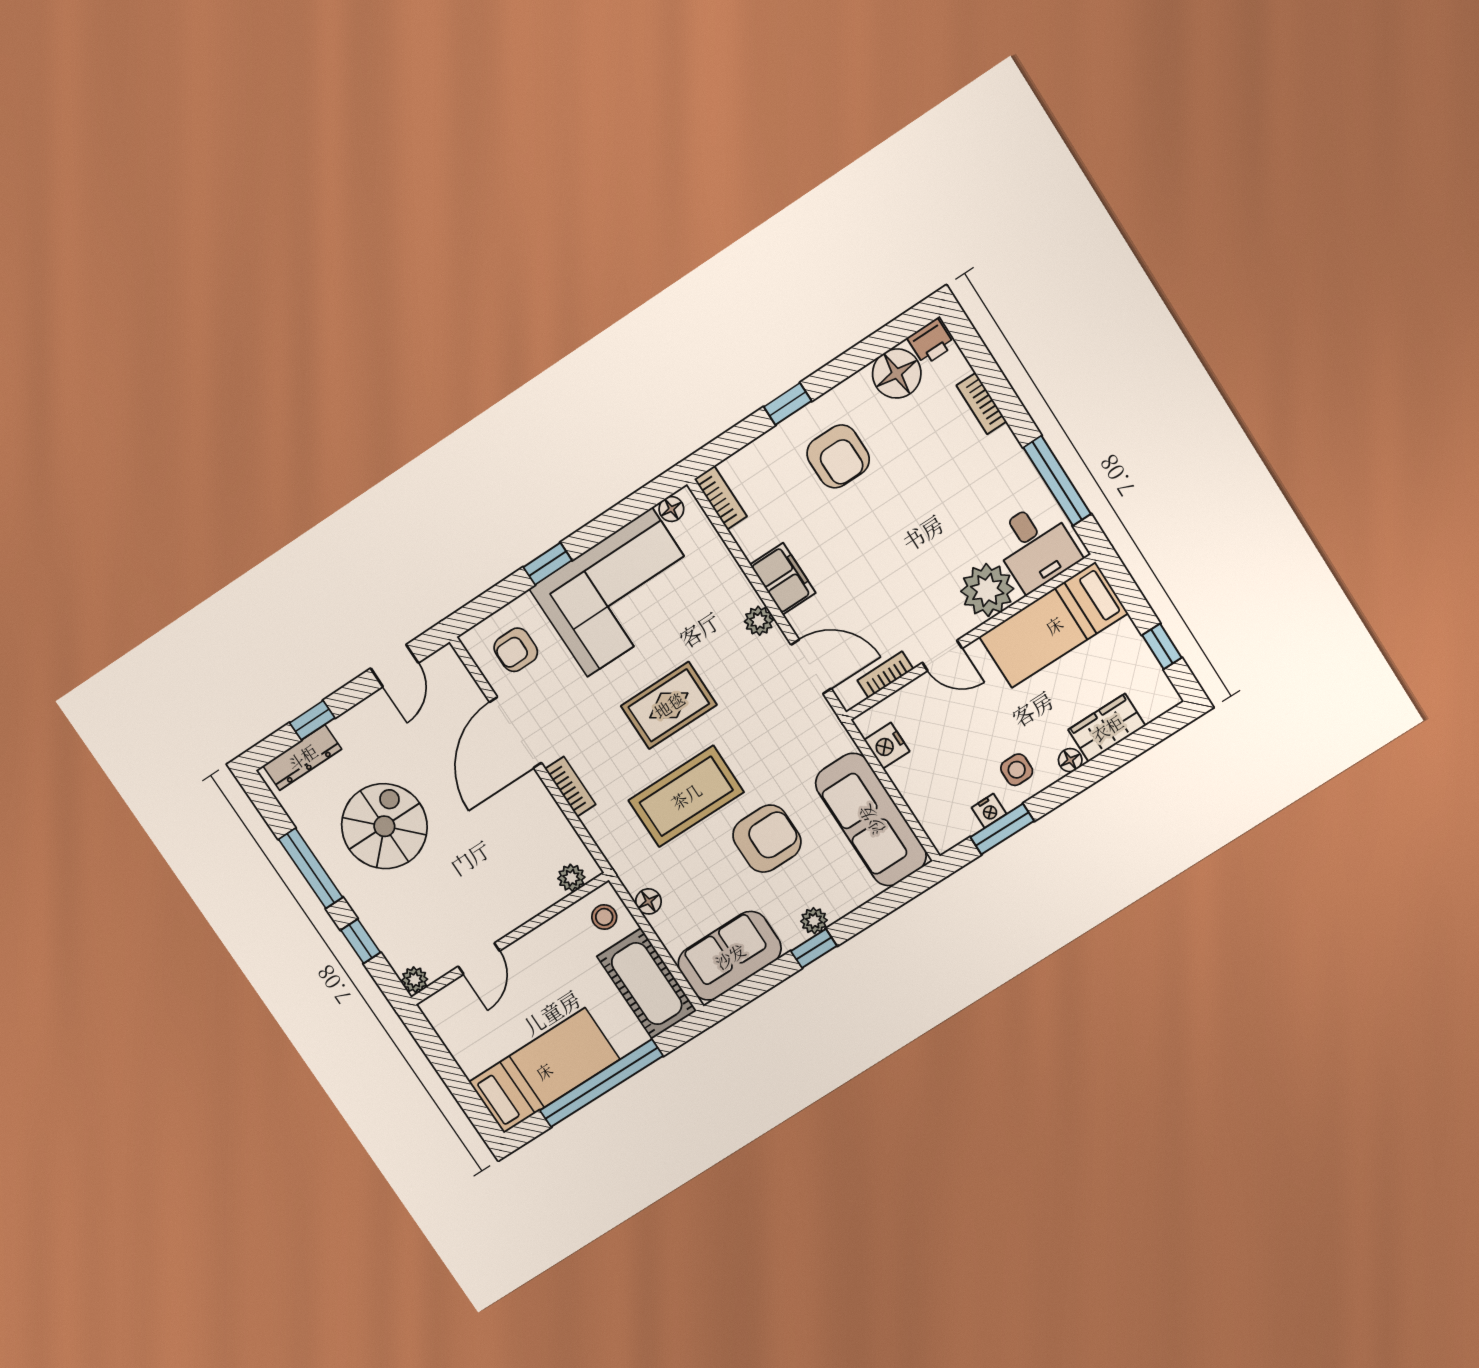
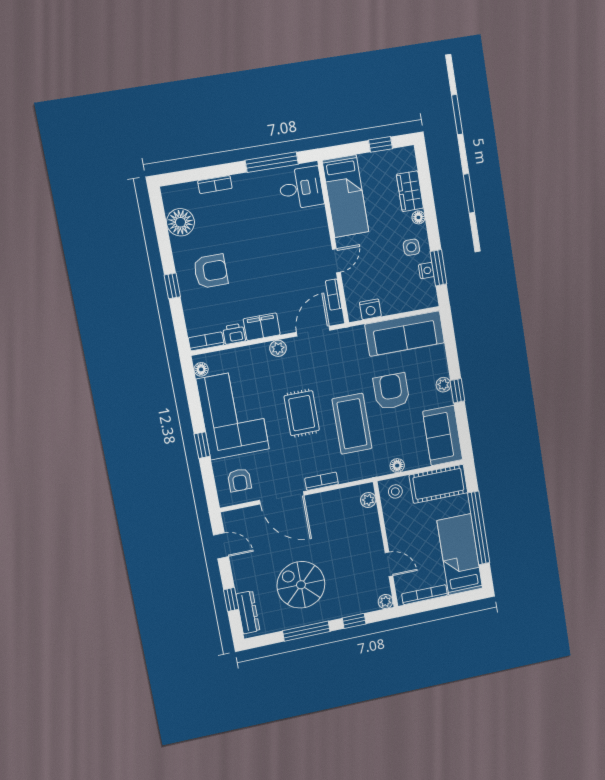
printer: (931, 342) -> (234, 334), moved, turned -90
plant: (987, 590) -> (313, 223), removed
bookcase: (453, 1040) -> (425, 595), added

